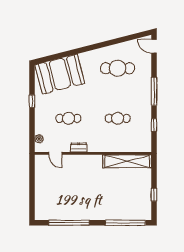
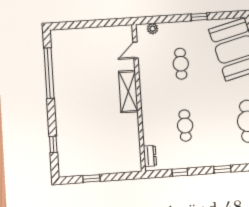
window: (154, 91) -> (222, 169), width x0.46
dresser: (79, 148) -> (150, 156), moved
shelving: (127, 161) -> (128, 91), moved, width x0.68
window: (125, 223) -> (53, 144), width x0.32

